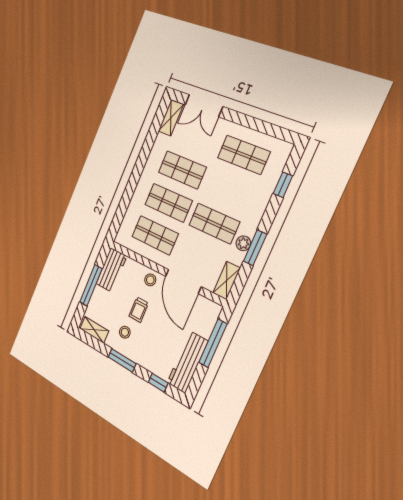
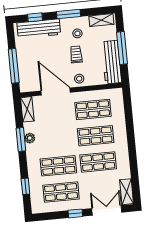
window: (241, 119) -> (75, 213), added
shop shelf: (214, 224) -> (58, 166), moved
workbench: (111, 270) -> (112, 62), width x1.38
workbench: (187, 362) -> (39, 29), moved, turned 90

